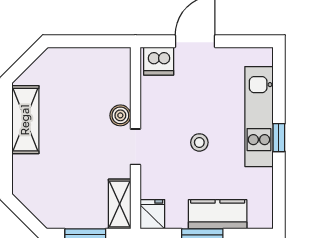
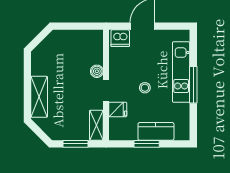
shelving: (25, 120) -> (39, 97), moved
window: (279, 138) -> (193, 85), width x2.17
fridge: (152, 214) -> (118, 109), moved, turned 90

